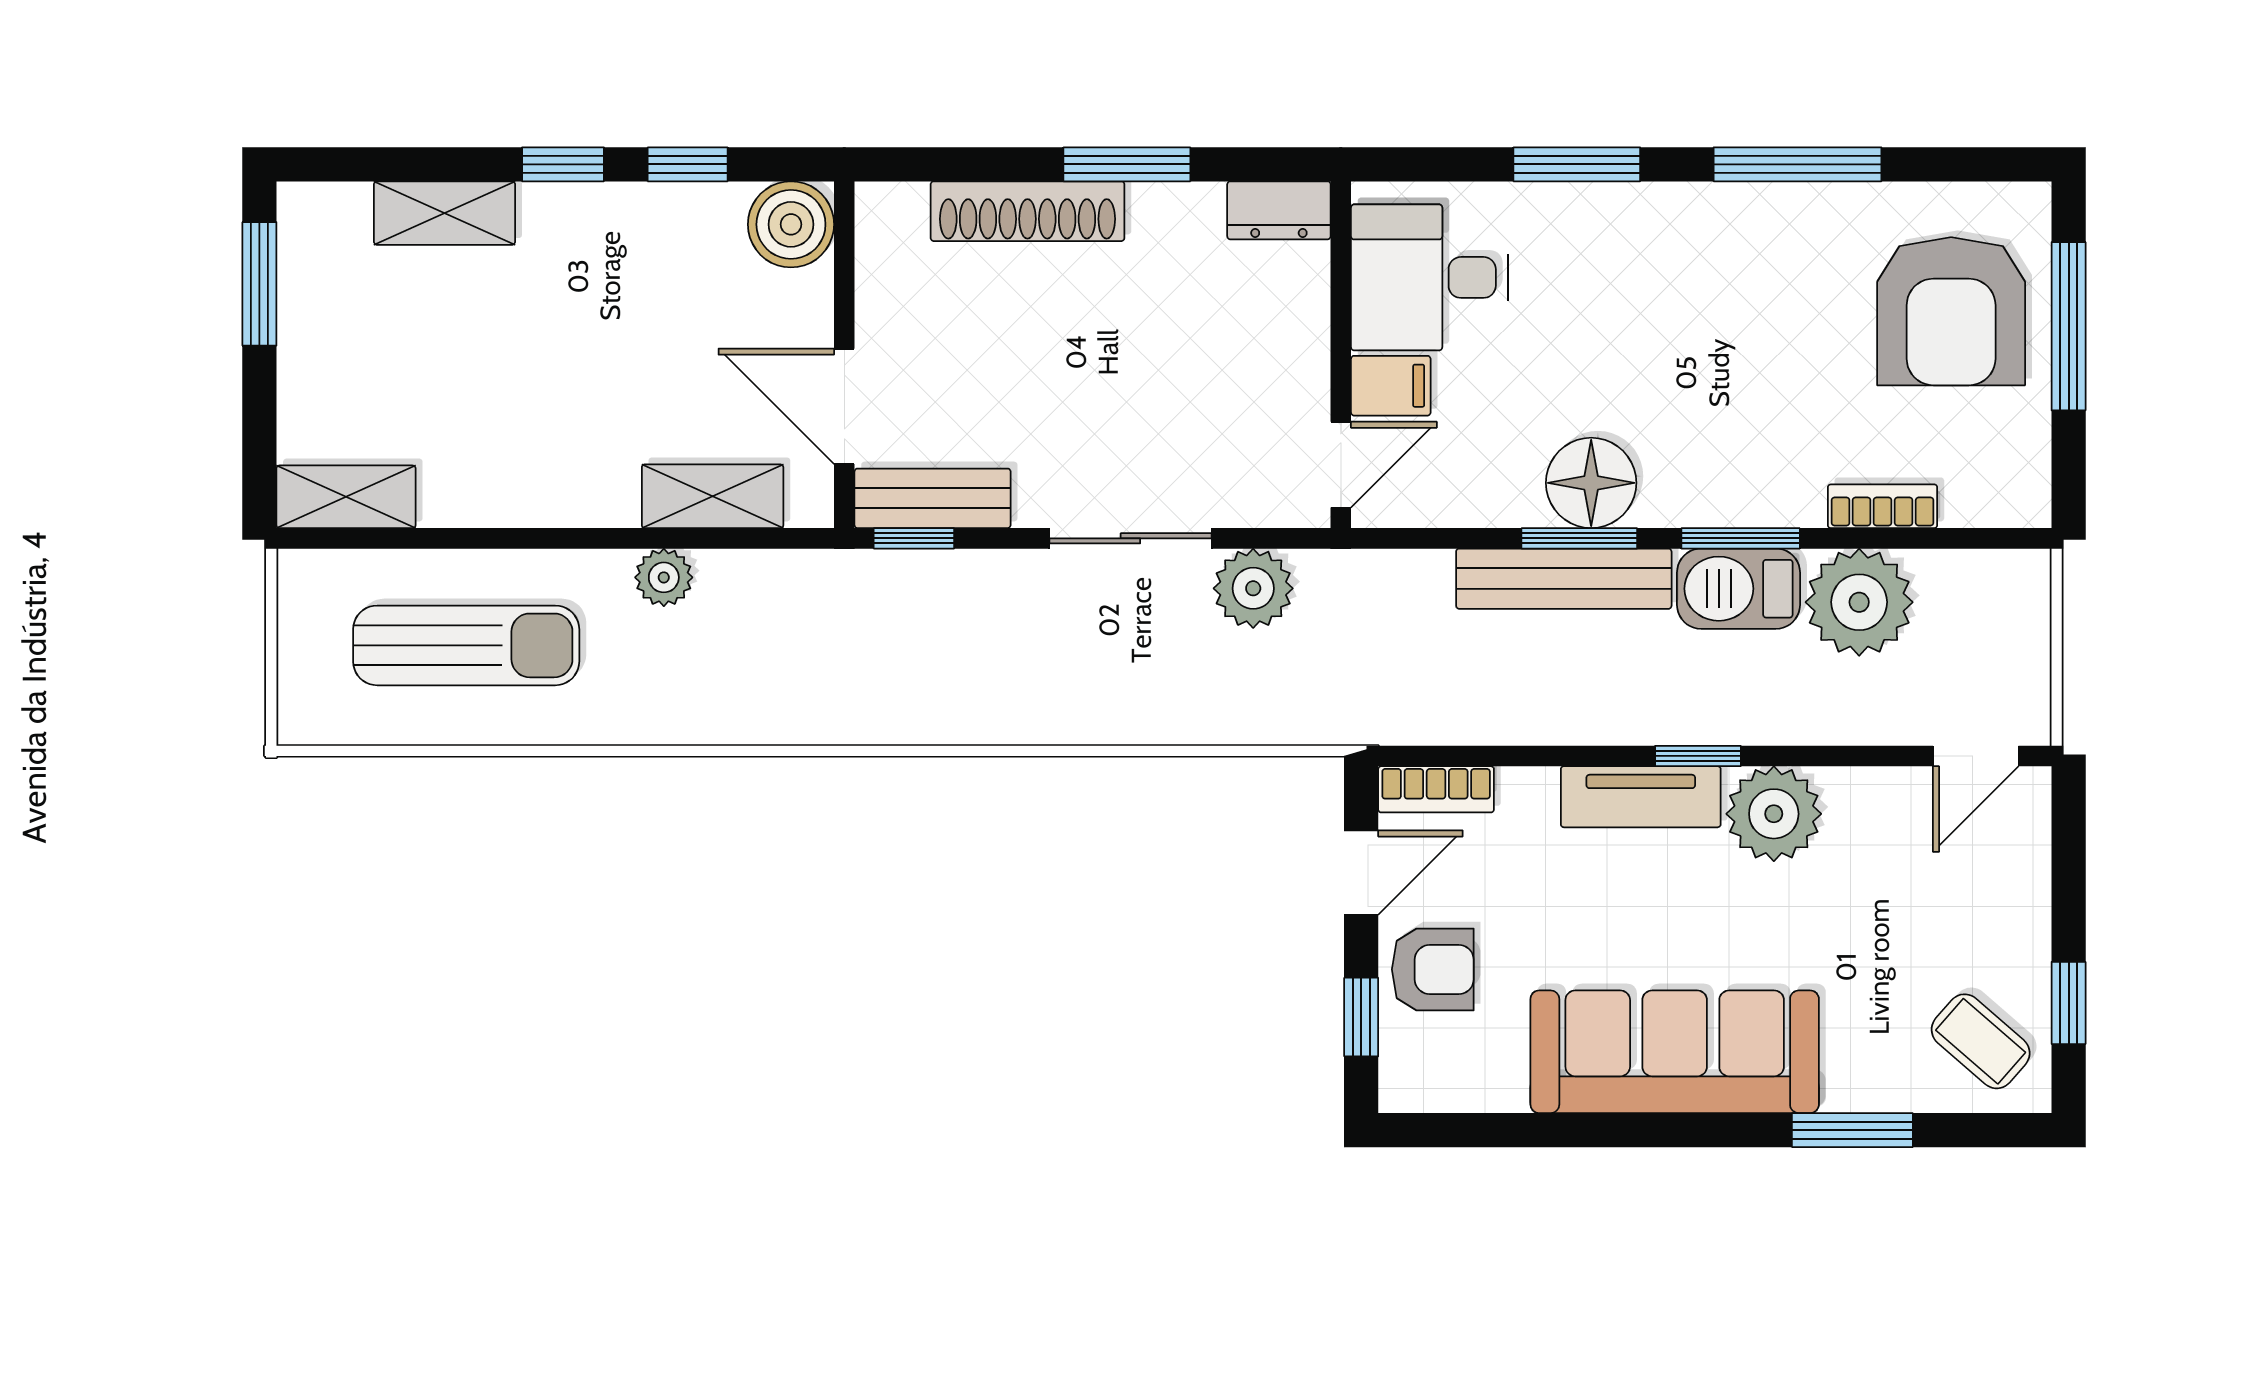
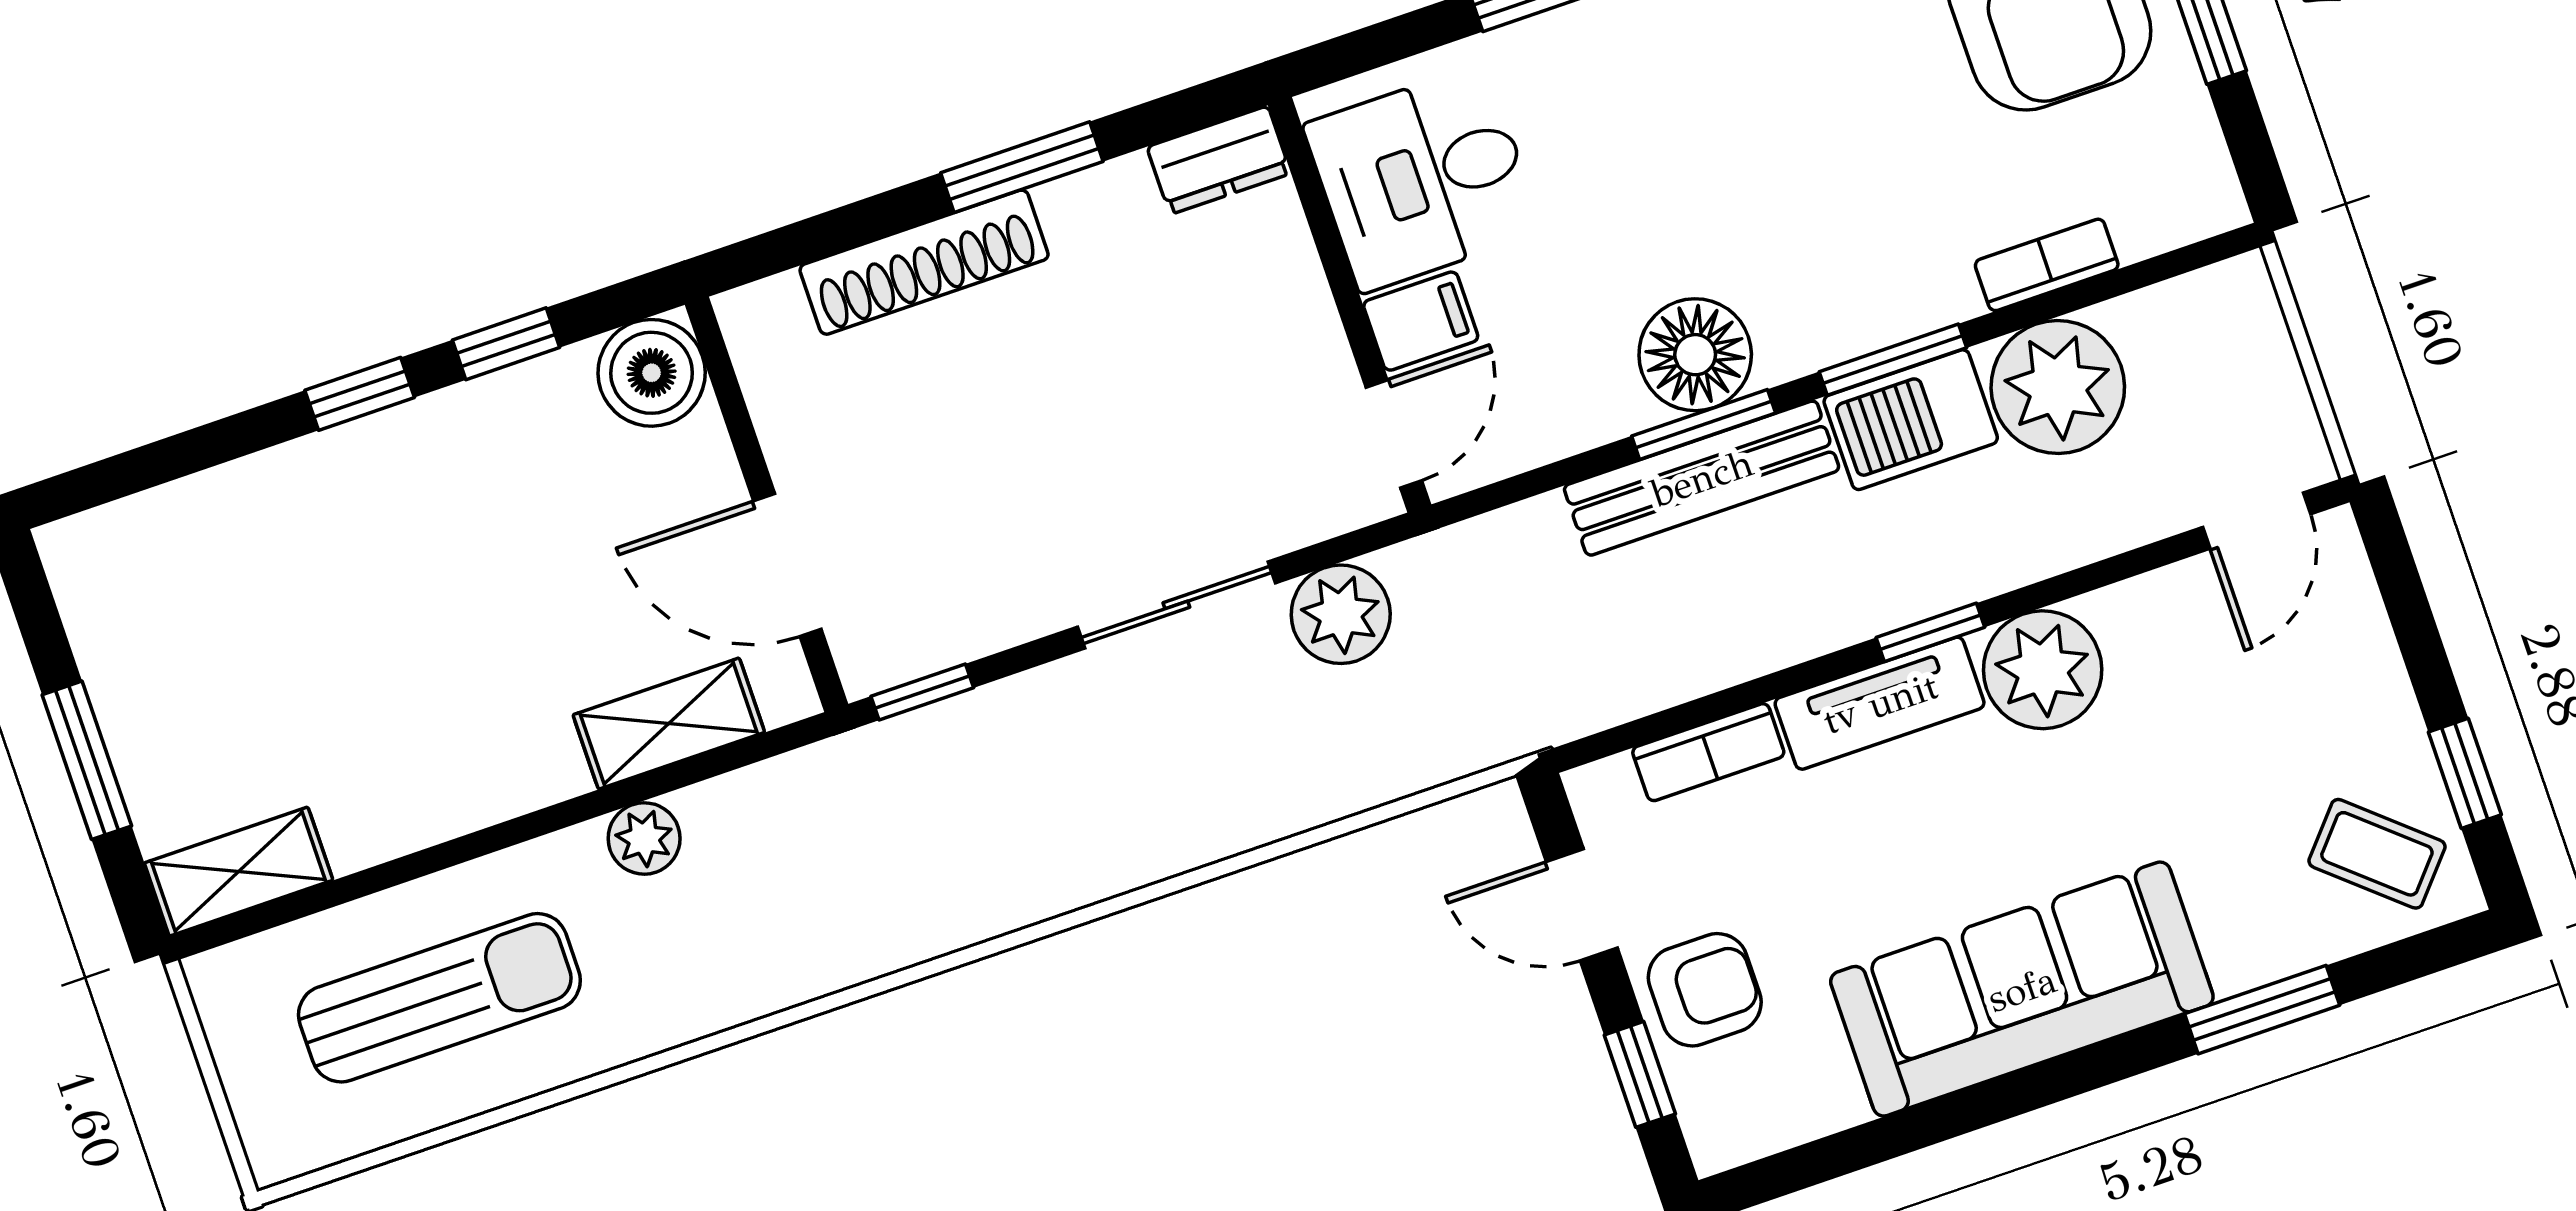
shelving: (445, 213) -> (240, 499), removed
window: (259, 284) -> (87, 760), moved
bench: (933, 498) -> (928, 638), removed
bookcase: (1436, 789) -> (1708, 752), moved
door: (1361, 873) -> (1582, 905), swing flipped

